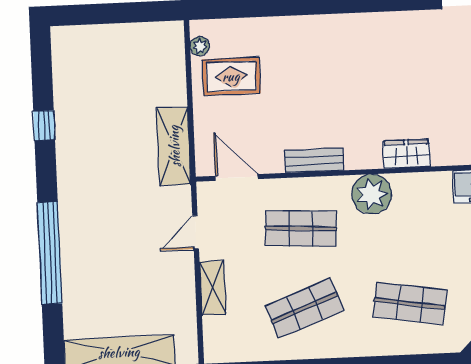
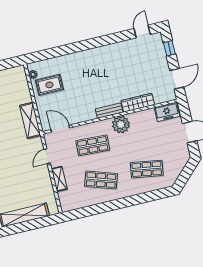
wardrobe: (407, 154) -> (138, 103), width x1.50
bench: (314, 160) -> (109, 111), moved
shop shelf: (304, 308) -> (101, 180), turned 39

